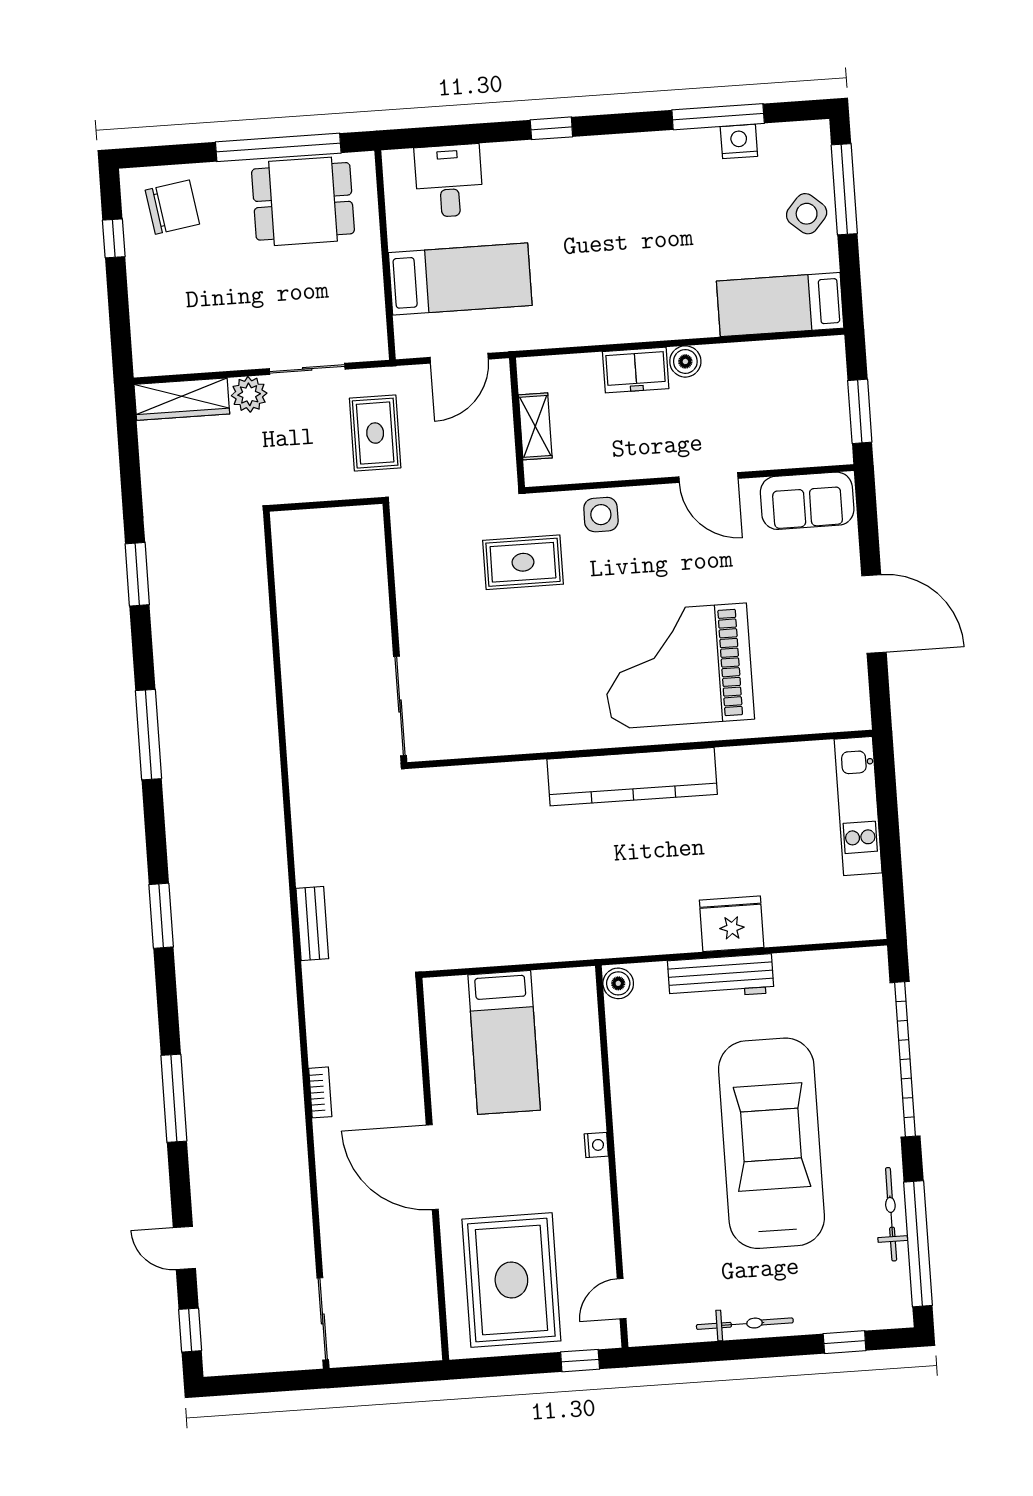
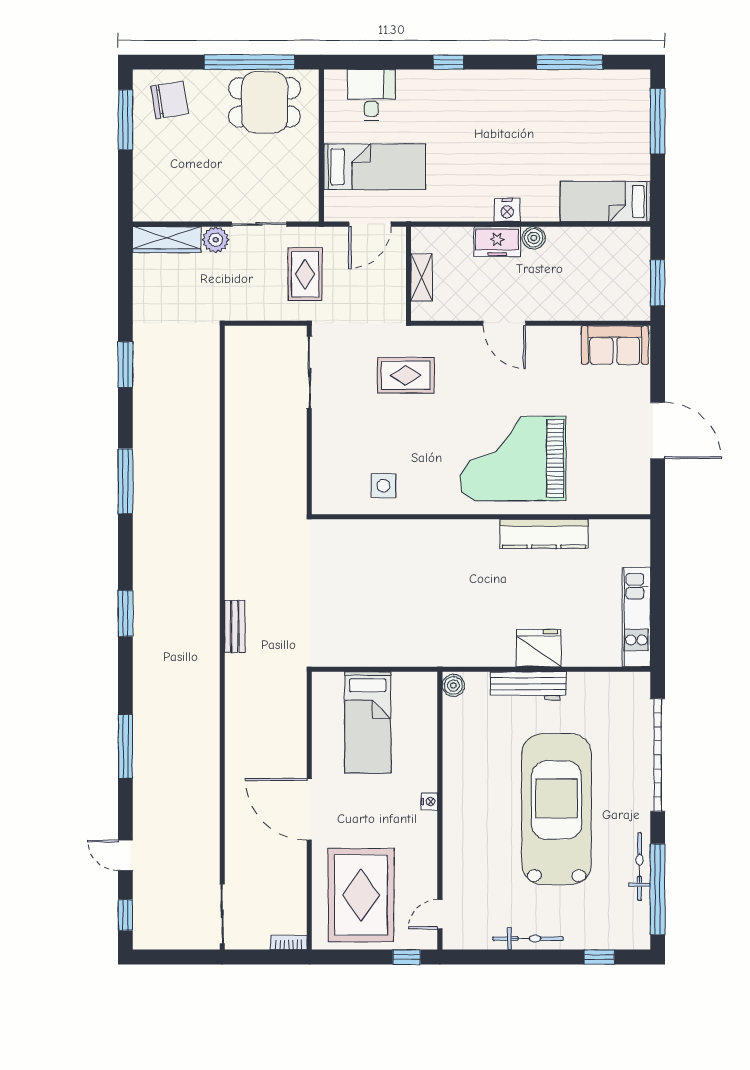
nightstand: (739, 141) -> (507, 210), moved, turned 180
side table: (807, 214) -> (629, 137), removed
window: (114, 238) -> (125, 120), width x2.17
door: (709, 478) -> (504, 323), moved
side table: (601, 515) -> (383, 486), moved
sliding door: (400, 706) -> (309, 372), moved
kitchen counter: (632, 777) -> (544, 534), moved, width x0.72, depth x0.86
kitchen unit: (858, 806) -> (636, 617), moved
bookcase: (320, 1092) -> (289, 943), moved, turned -90

